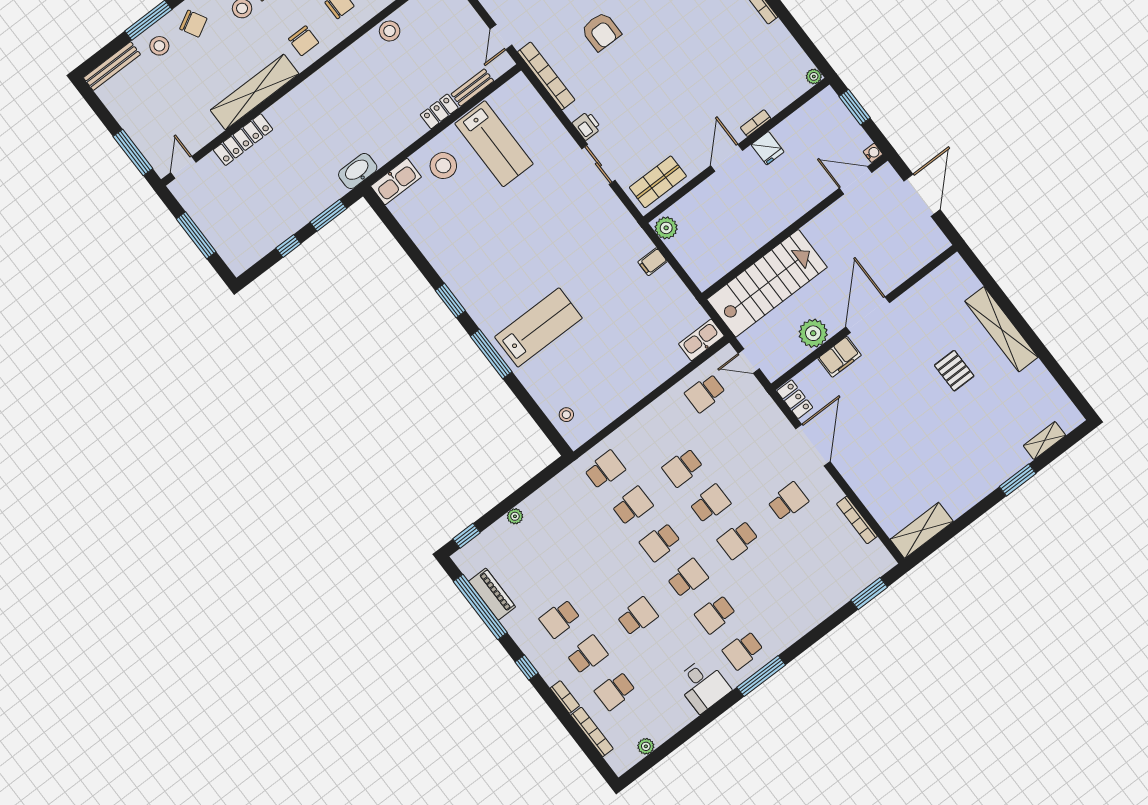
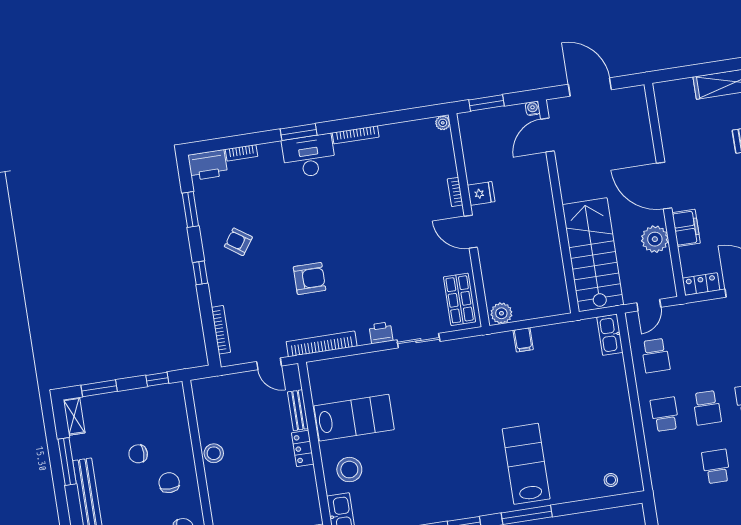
school desk: (605, 470) -> (665, 414), moved

